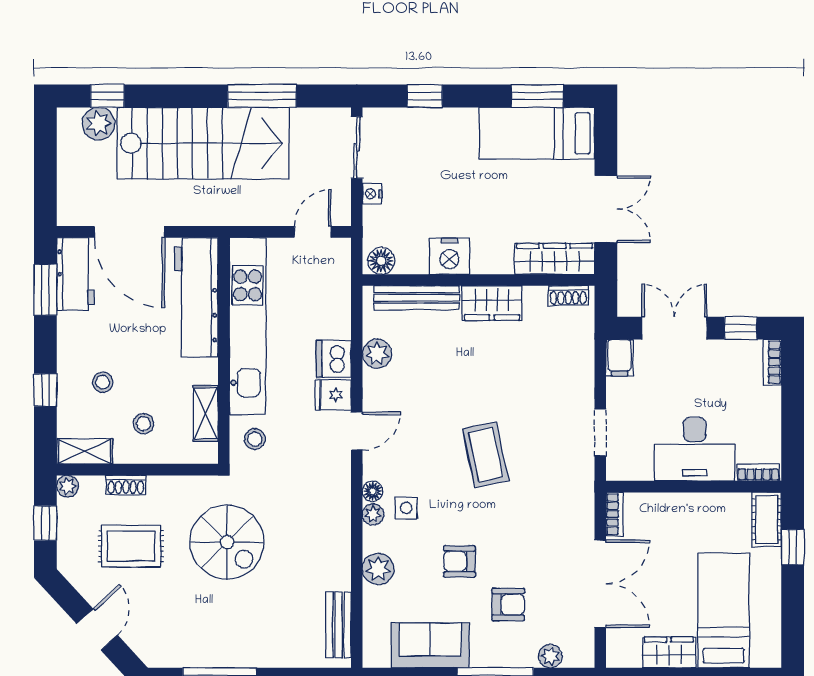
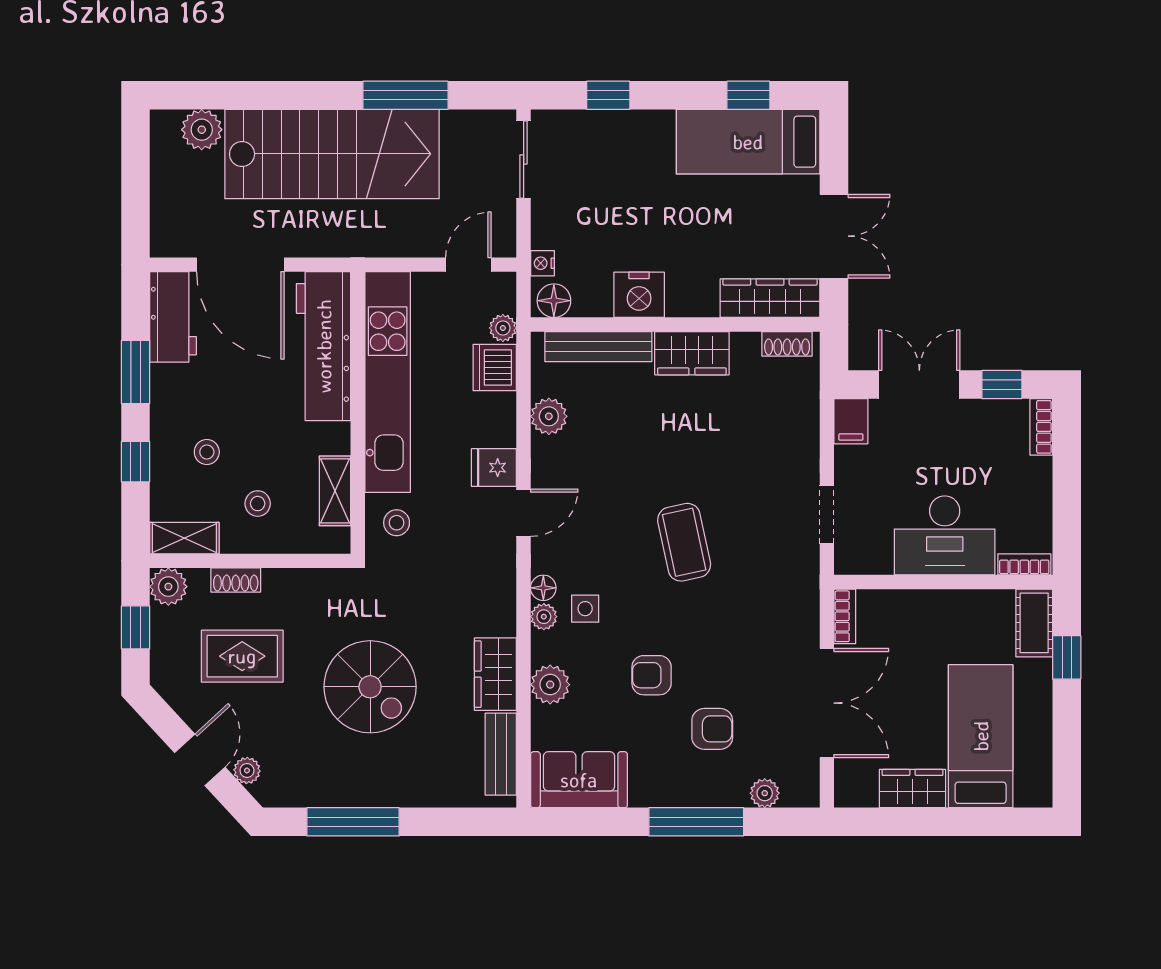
window: (107, 96) -> (213, 95), removed
window: (537, 96) -> (748, 95), width x0.67
nightstand: (372, 194) -> (543, 263), moved
plant: (340, 283) -> (503, 328), added
window: (45, 290) -> (136, 372), moved
dishwasher: (334, 359) -> (495, 368), moved
plant: (68, 486) -> (168, 587), width x1.38, depth x1.38
spiral stairs: (227, 542) -> (370, 687), moved
wardrobe: (334, 561) -> (495, 674), added
plant: (135, 638) -> (247, 770), added
sofa: (430, 645) -> (579, 780), moved

